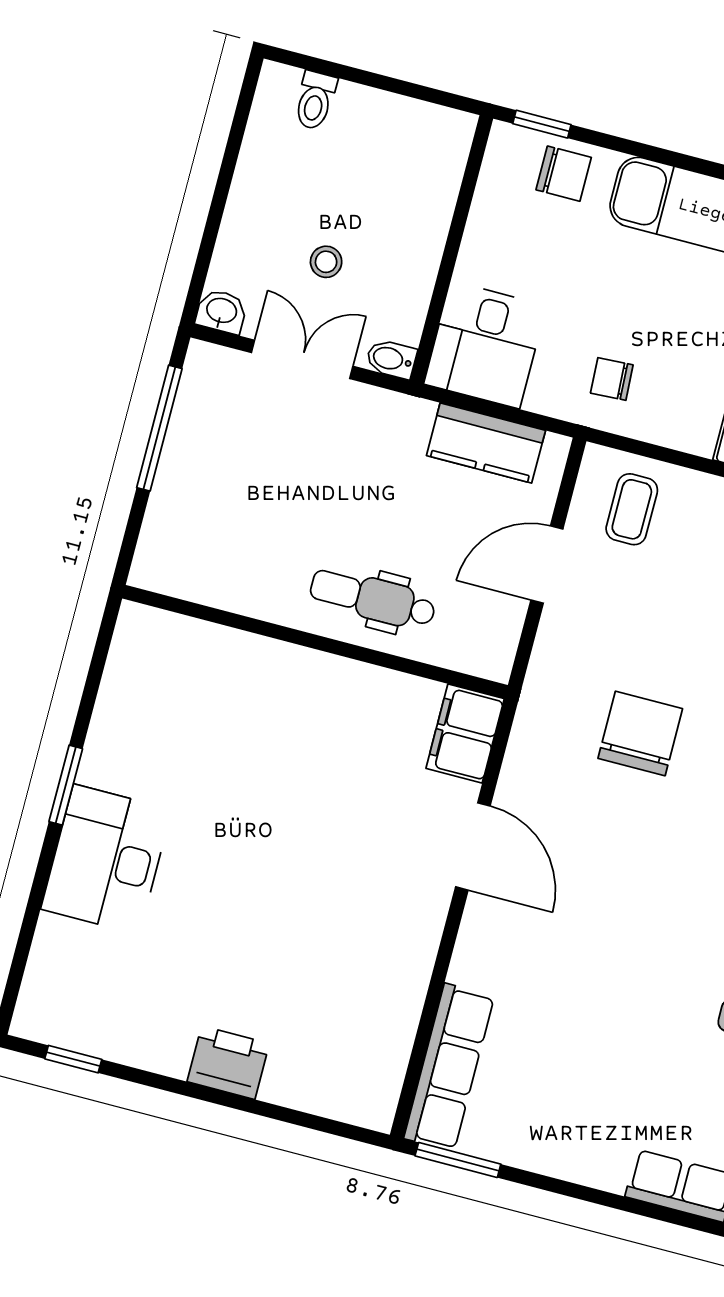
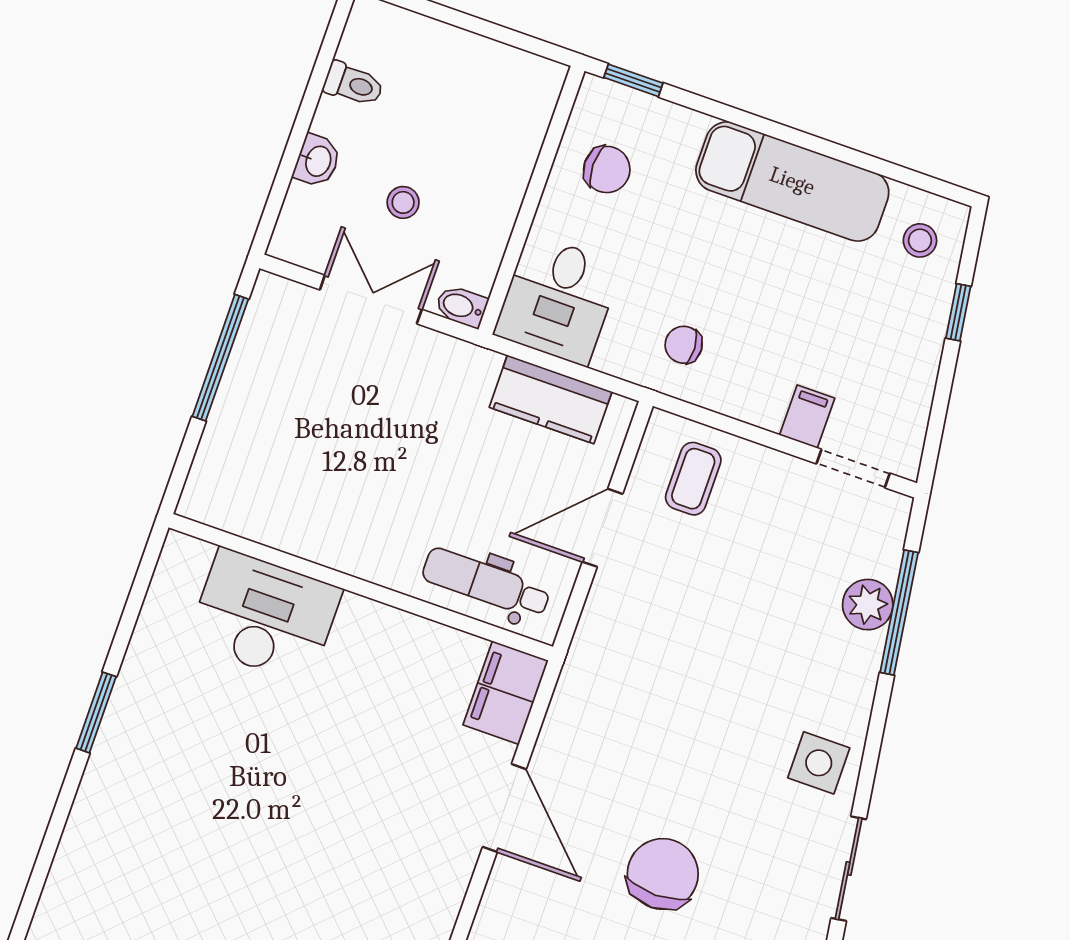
toilet: (315, 100) -> (353, 84), moved, turned -90
chair: (564, 174) -> (607, 169), moved
washbasin: (221, 311) -> (317, 161), moved, turned 90
dental chair: (373, 599) -> (486, 583), moved
chair: (640, 733) -> (663, 874), moved
desk: (106, 859) -> (265, 616), moved, turned 90

